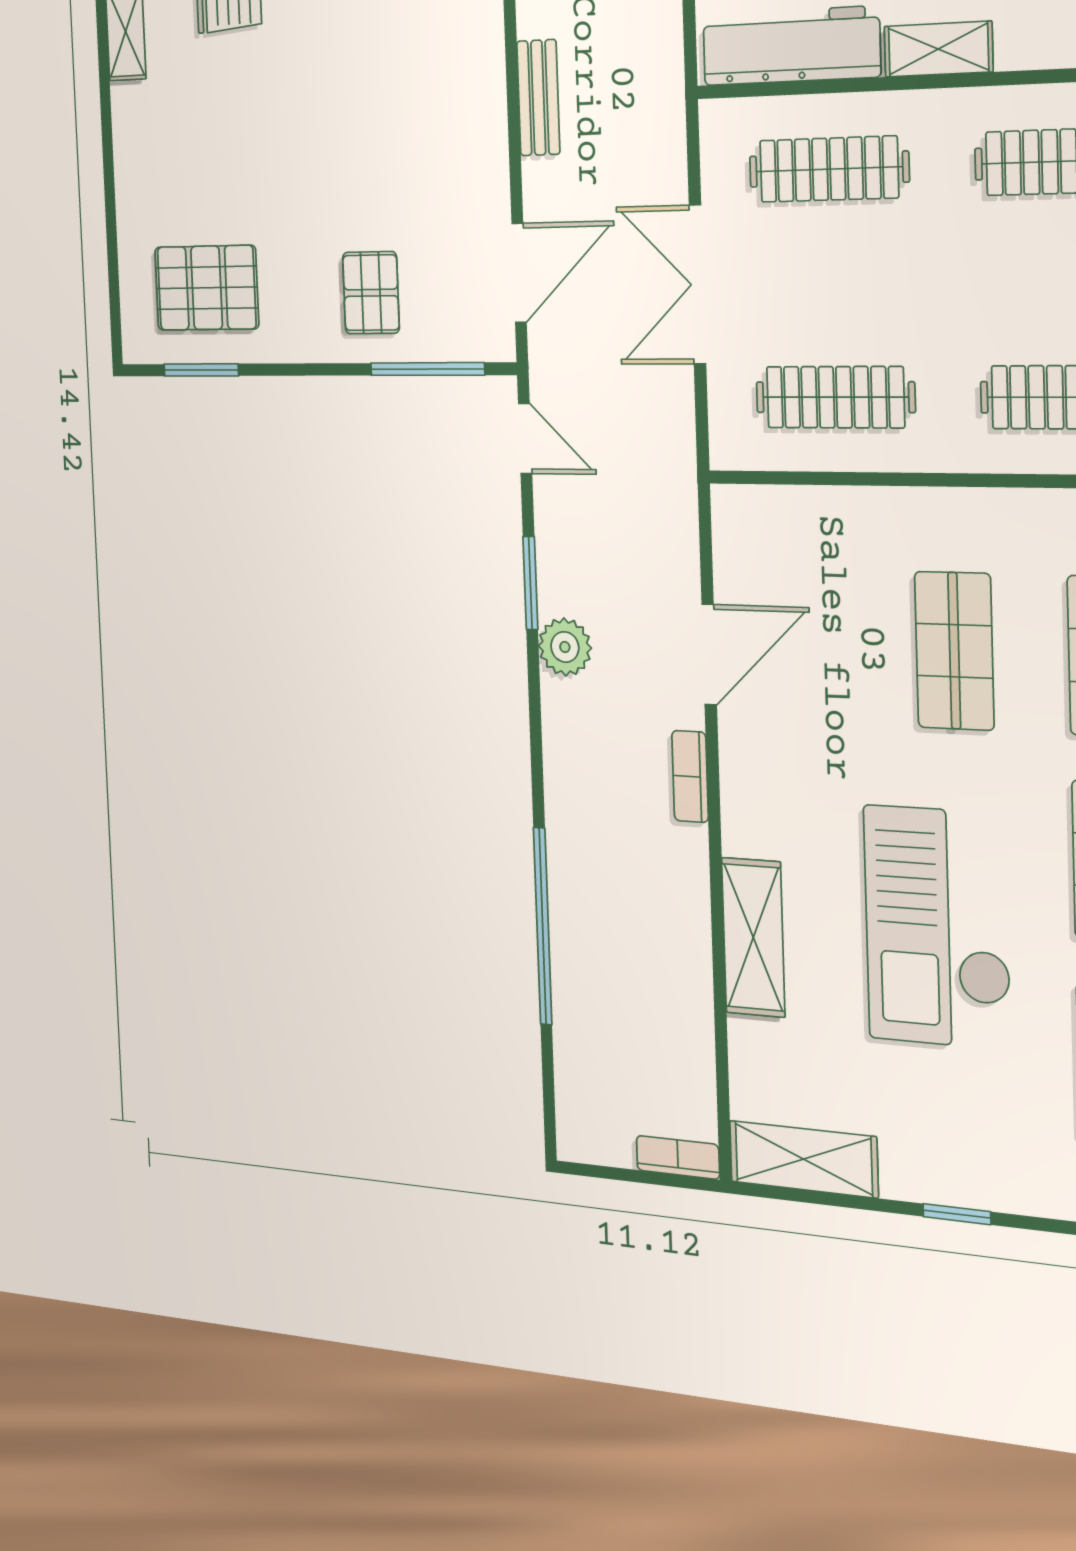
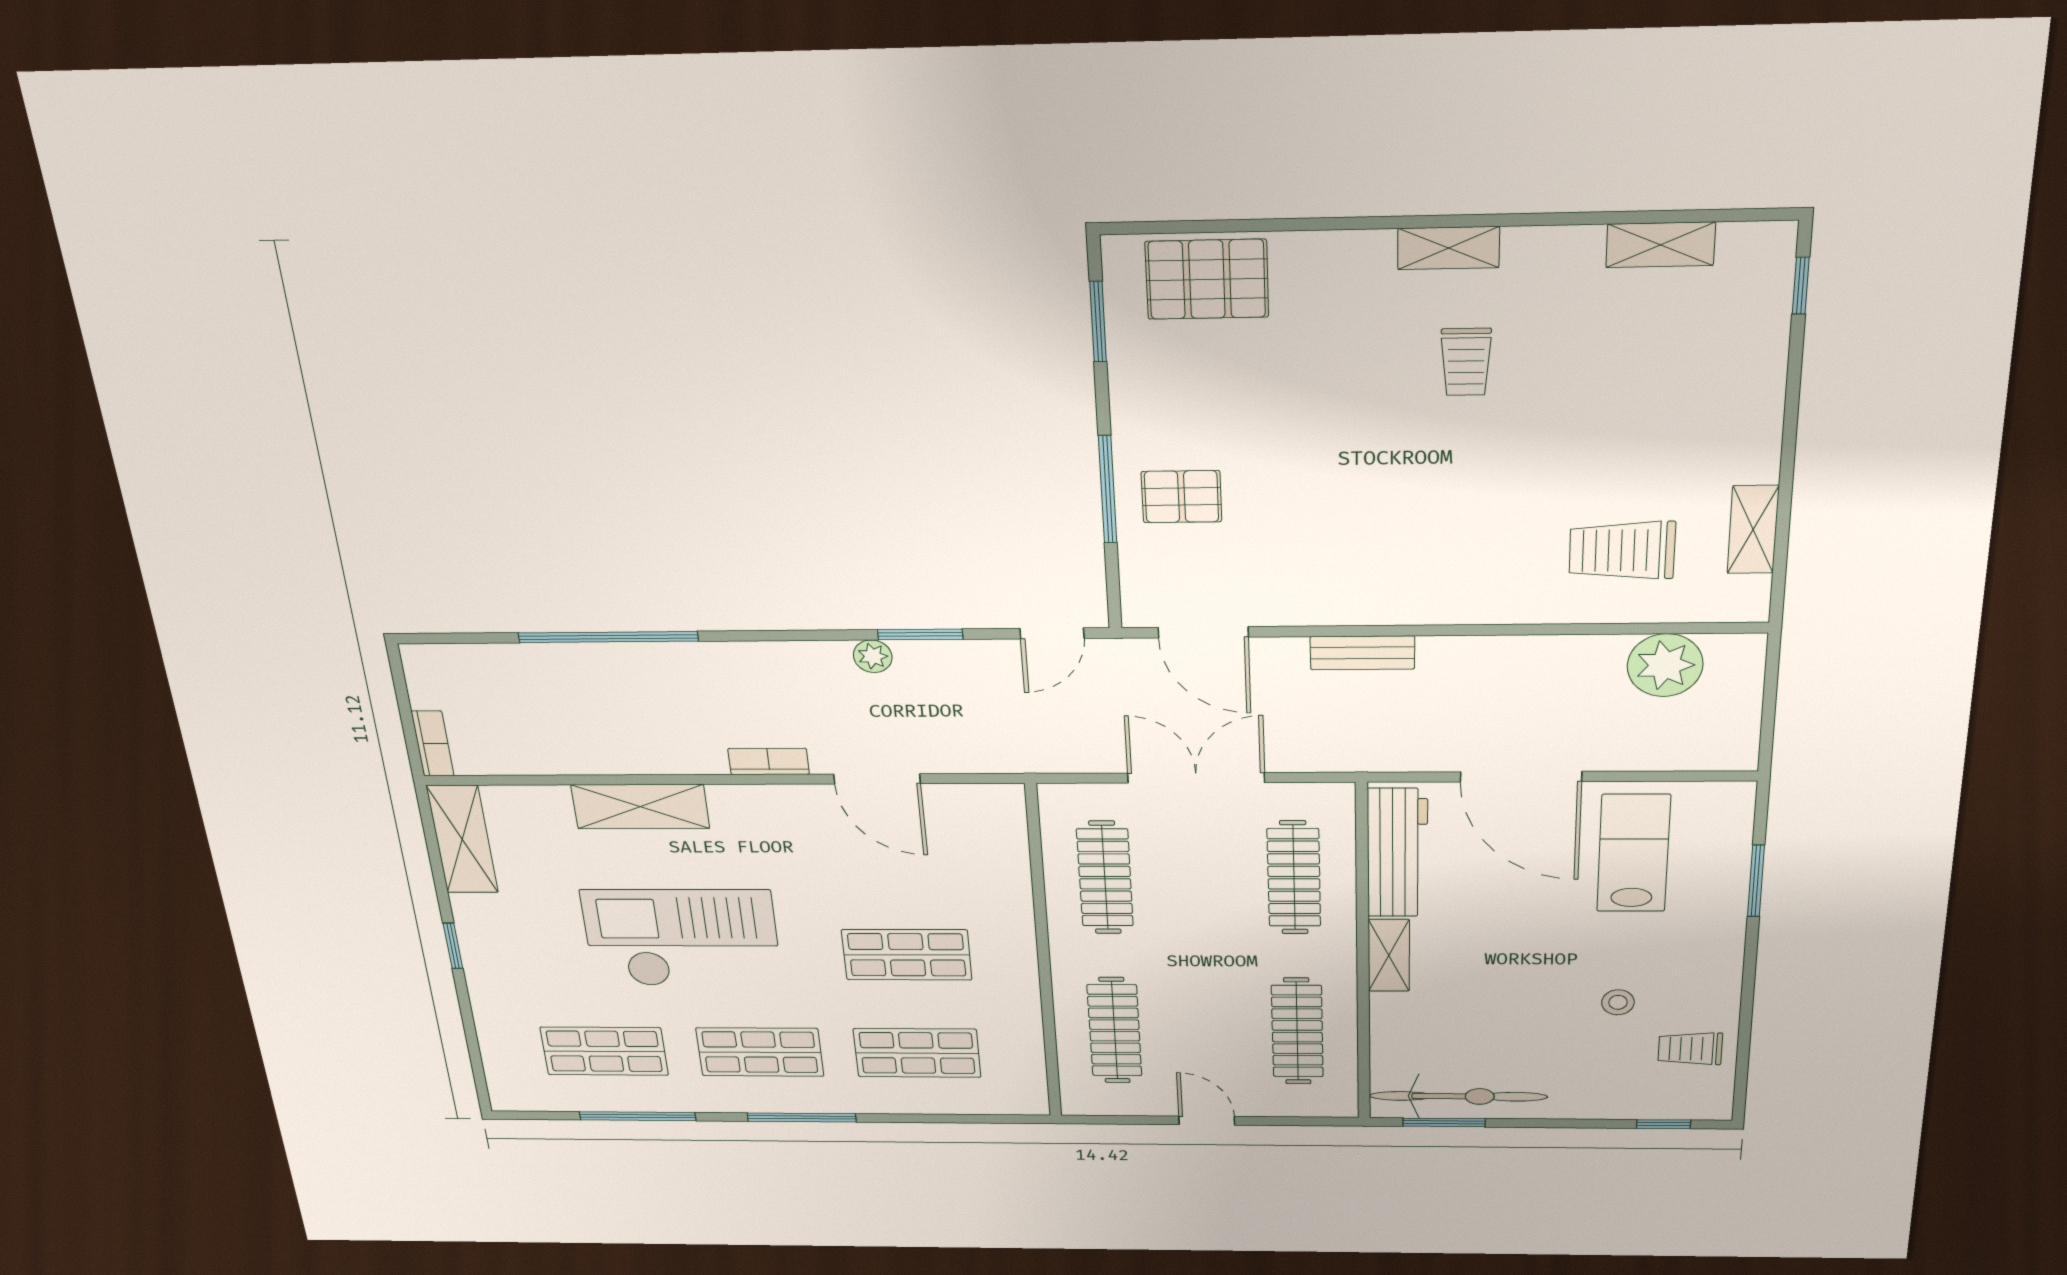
pallet: (207, 288) -> (1207, 279), moved, turned 90
window: (427, 369) -> (1108, 489), moved
plant: (565, 647) -> (873, 656), width x0.73, depth x0.73

